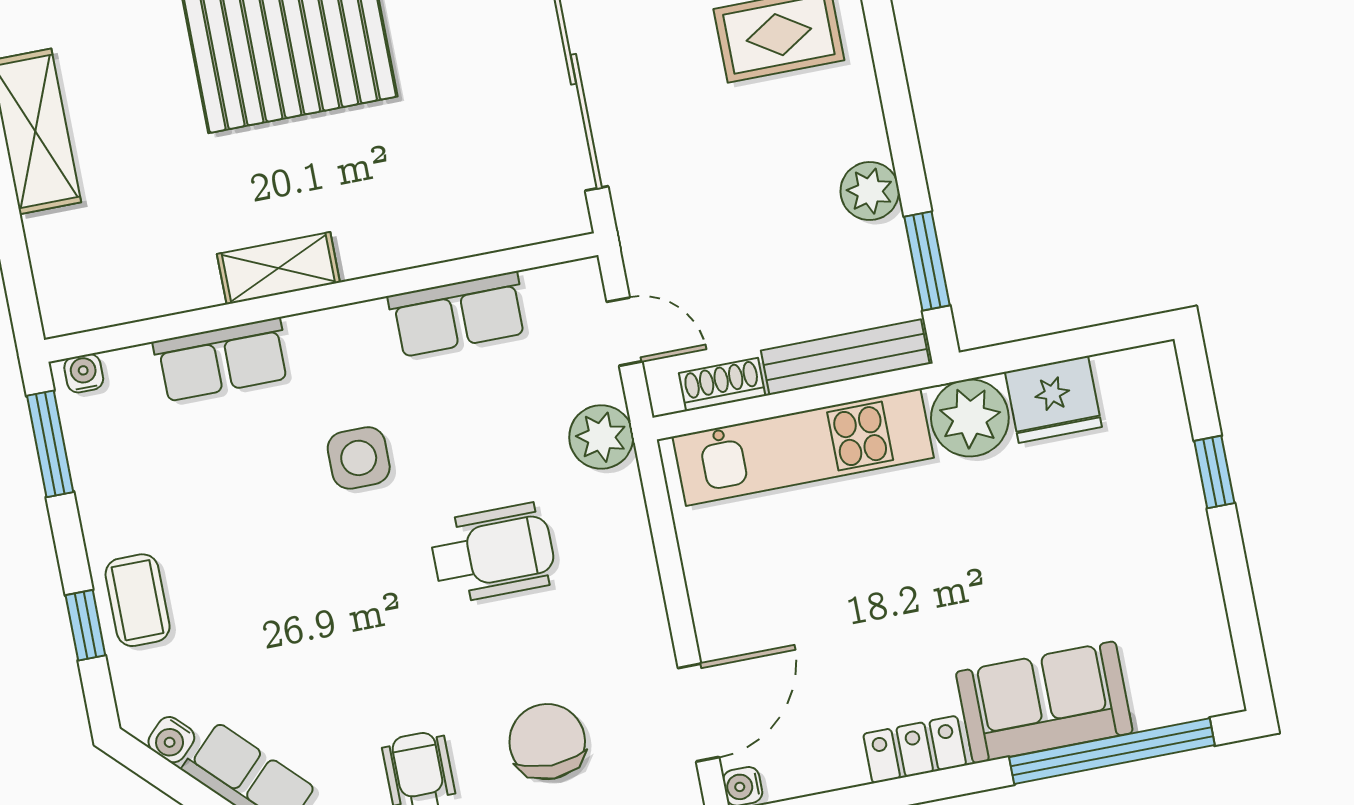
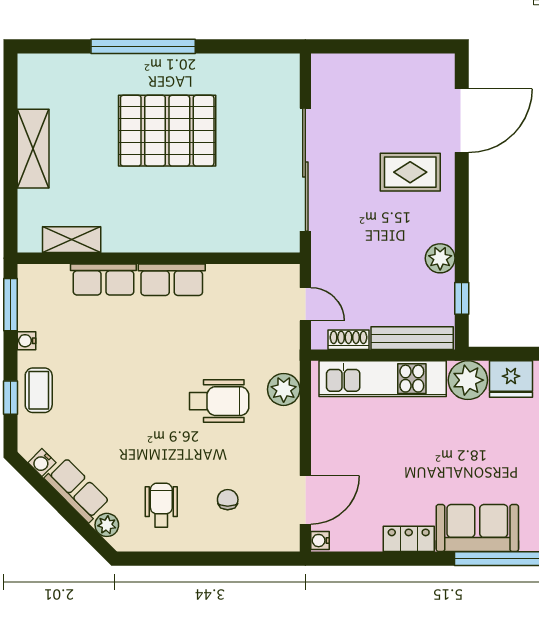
window: (927, 261) -> (462, 298), width x0.67
shelving: (278, 268) -> (72, 240), moved
row of seats: (458, 314) -> (172, 280), moved
water cooler: (84, 373) -> (26, 341), moved, turned -90
plant: (601, 437) -> (284, 389), moved
side table: (359, 458) -> (162, 341), removed
chair: (547, 742) -> (228, 500), width x0.54, depth x0.54

